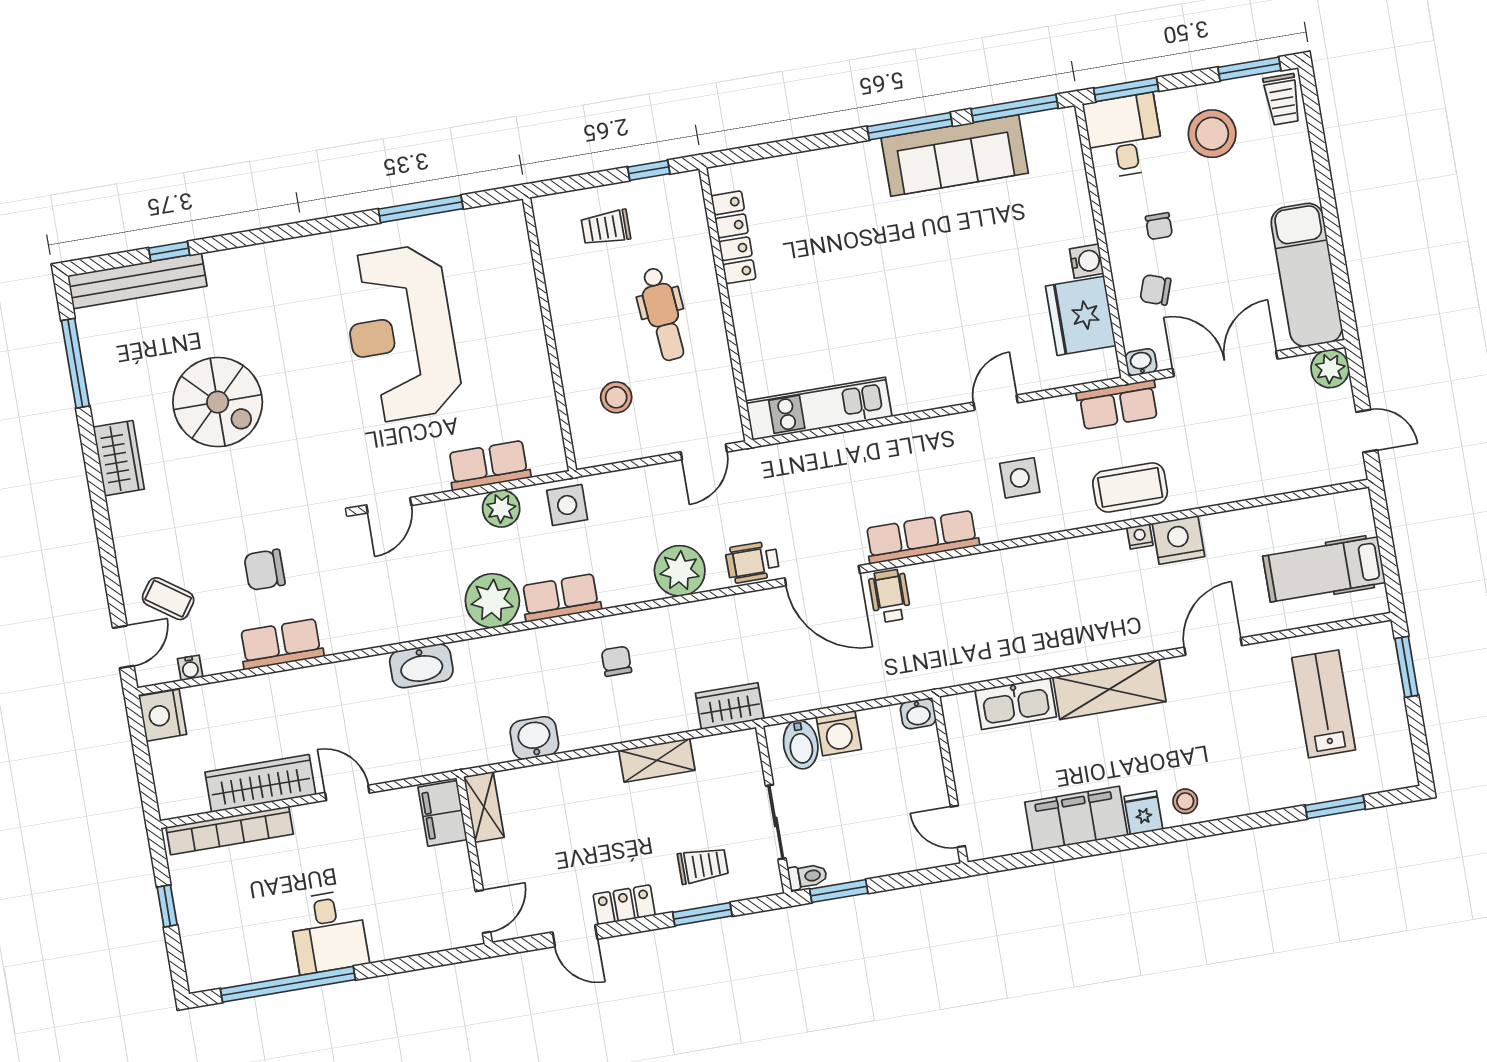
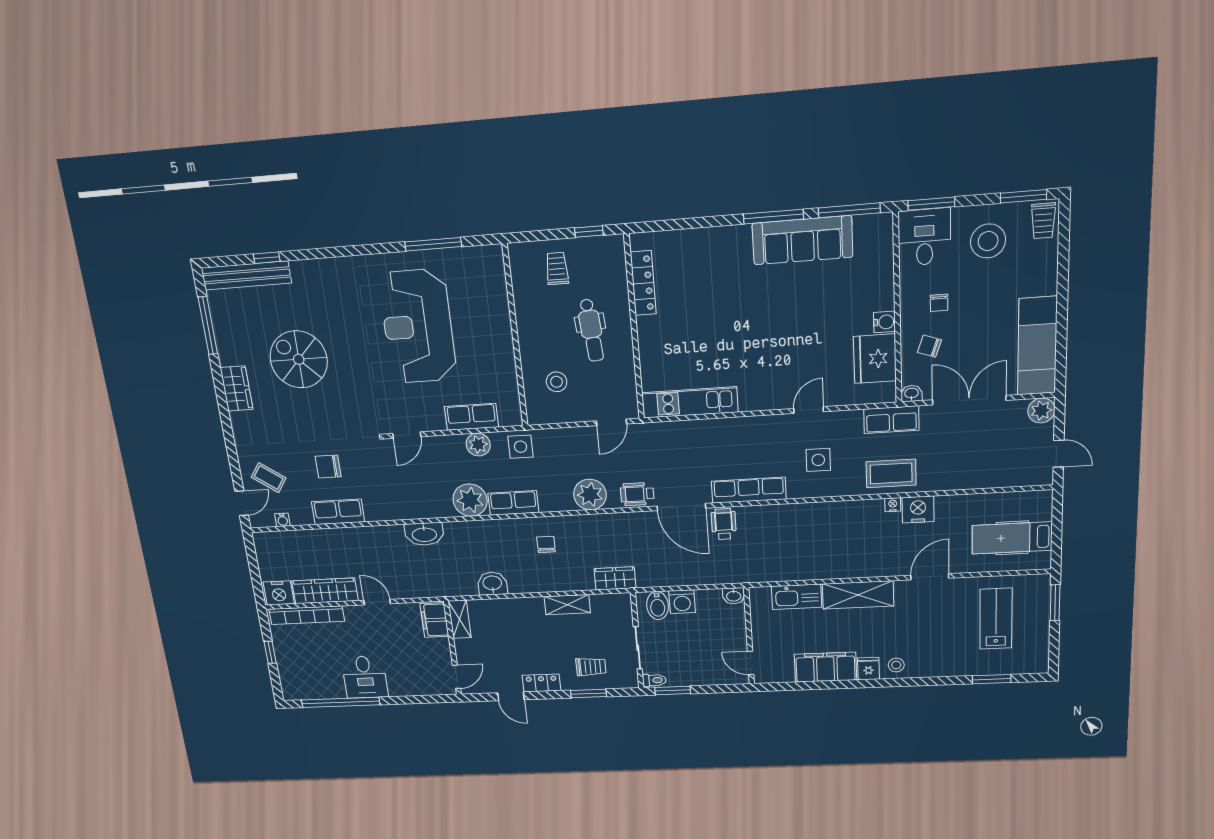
trolley: (606, 228) -> (557, 268), turned 90
spiral stairs: (218, 402) -> (299, 359), turned 180
nightstand: (163, 715) -> (279, 593), moved, turned -90

